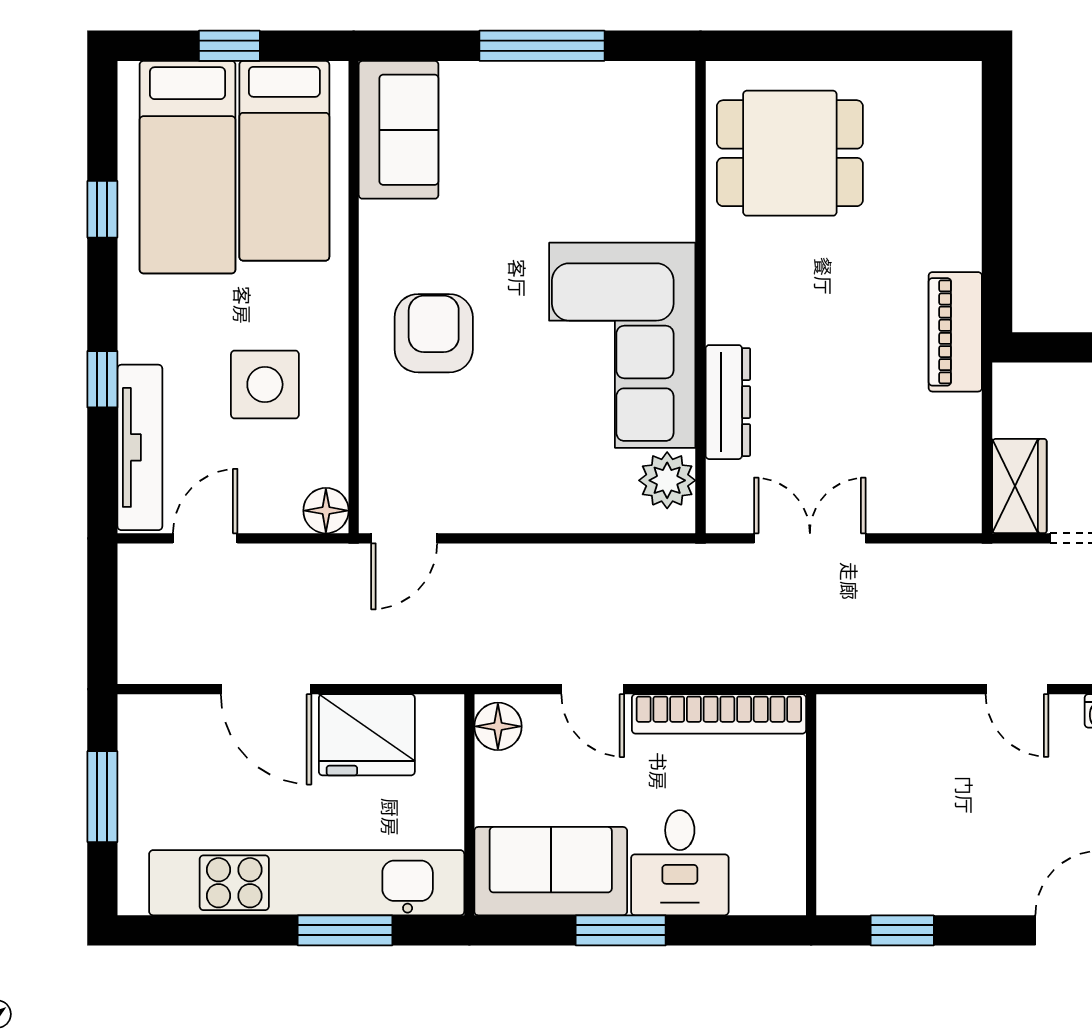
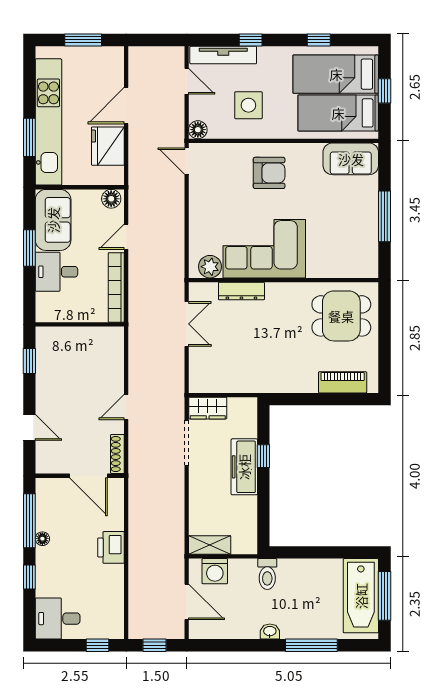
dining table: (790, 153) -> (341, 316), turned 90
piano: (955, 332) -> (343, 382), moved

